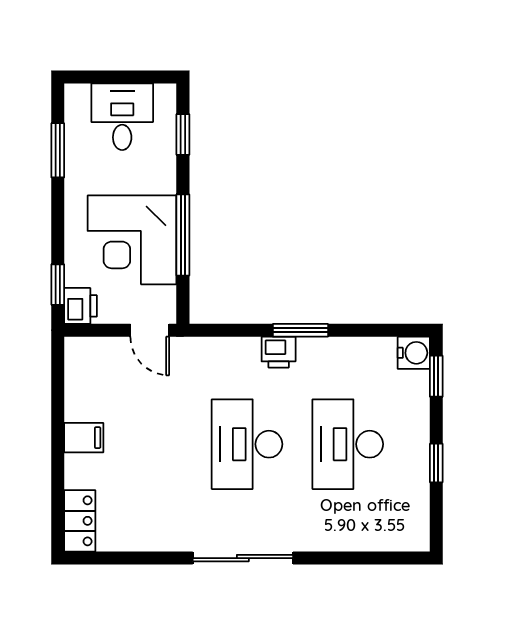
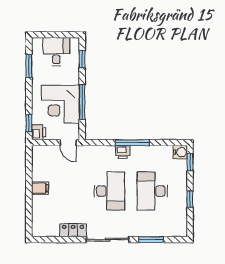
window: (300, 330) -> (132, 143), width x1.44
desk: (247, 444) -> (109, 191), turned 180
locker: (80, 521) -> (73, 230), moved, turned -90
window: (345, 558) -> (151, 240), added

